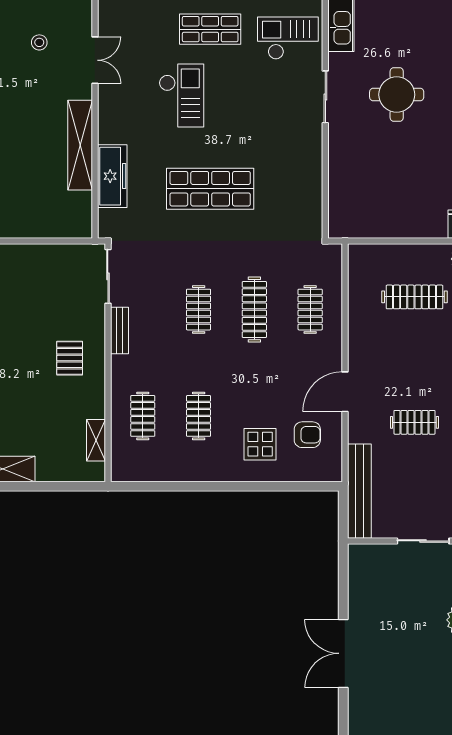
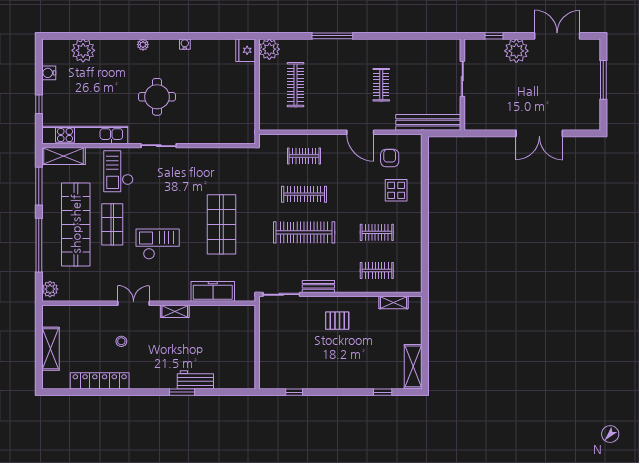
shelving: (80, 145) -> (175, 311), width x0.45, depth x0.75
clothes rail: (199, 310) -> (304, 232), width x1.86, depth x1.31

